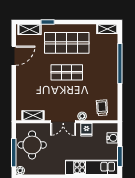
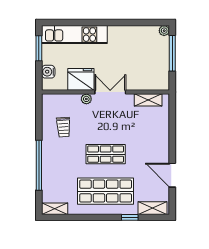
door: (14, 56) -> (172, 175), hinge flipped
trolley: (102, 108) -> (63, 127), moved
fridge: (86, 130) -> (81, 79), width x1.88, depth x1.34
round table: (32, 145) -> (149, 63), removed

